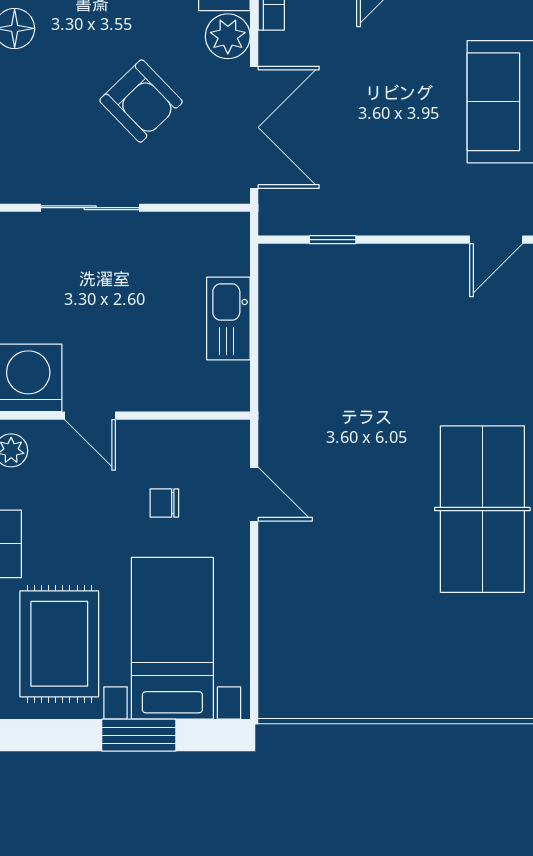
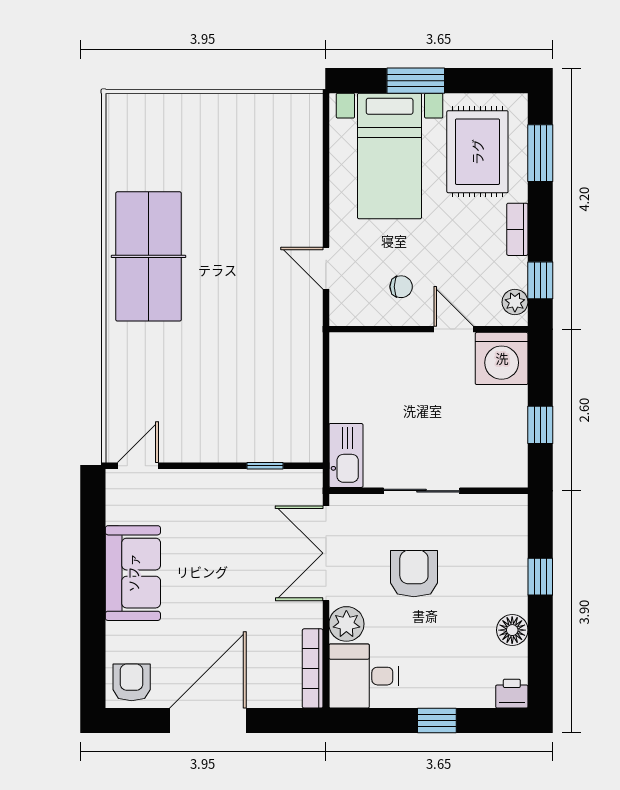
armchair: (141, 101) -> (414, 574), turned 44
sliding door: (90, 208) -> (422, 491), moved
kitchen sink: (228, 319) -> (346, 455), moved
chair: (164, 503) -> (401, 287), moved

